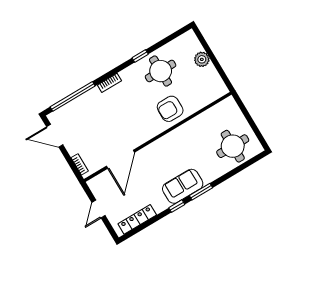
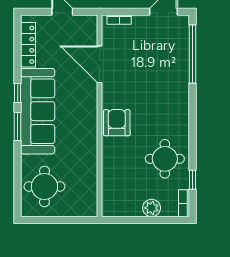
window: (140, 56) -> (193, 180), moved
bookcase: (109, 83) -> (184, 203), moved
armchair: (170, 109) -> (117, 123), moved
sofa: (183, 186) -> (38, 111), width x1.85, depth x1.27

